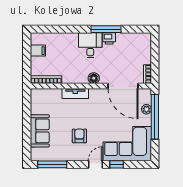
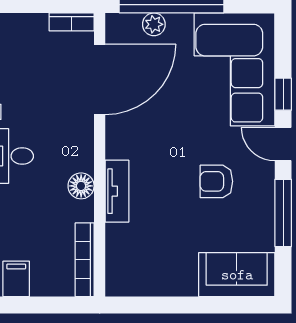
floor lamp: (94, 78) -> (81, 186), moved
sofa: (40, 131) -> (237, 275), moved
window: (52, 164) -> (283, 213), moved

